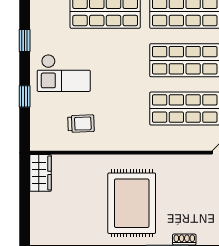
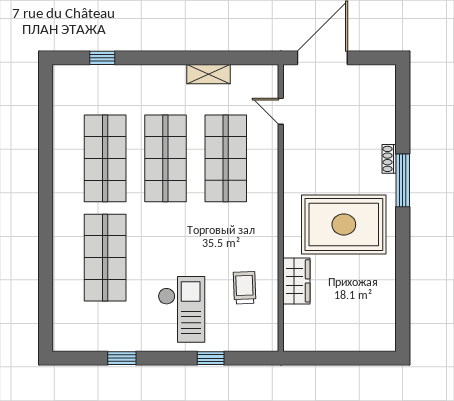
window: (25, 41) -> (122, 358), moved
wardrobe: (41, 173) -> (296, 281), moved, turned 90

